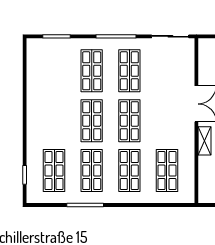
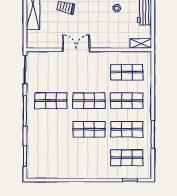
shop shelf: (92, 71) -> (51, 129), removed
shelving: (205, 141) -> (141, 44), moved

